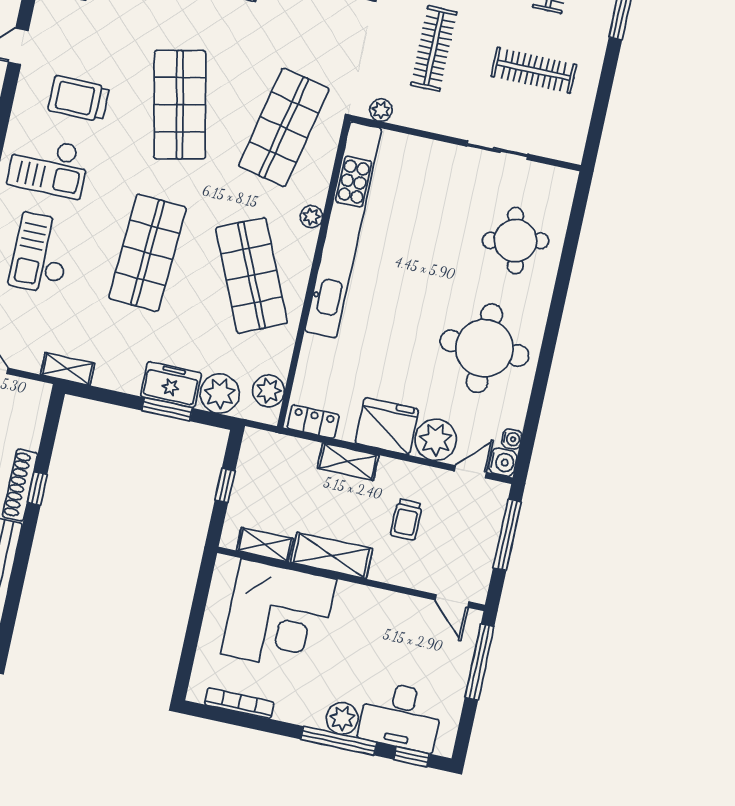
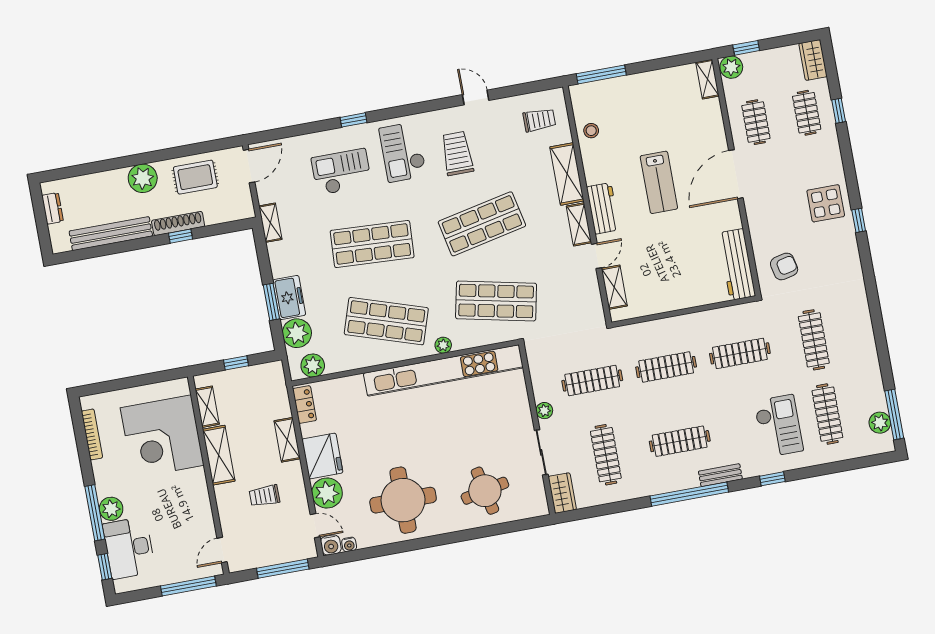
plant: (381, 110) -> (544, 411), moved
wardrobe: (559, 145) -> (562, 493), added
shop shelf: (252, 275) -> (386, 321), turned 42

